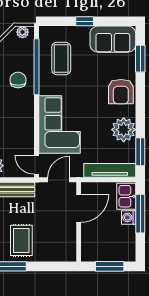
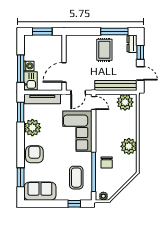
window: (85, 21) -> (74, 204), moved

